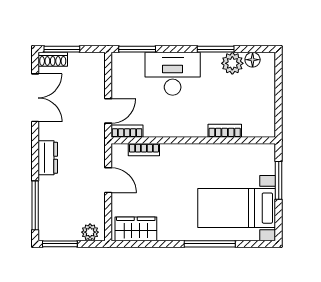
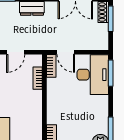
desk: (173, 74) -> (93, 75), moved

